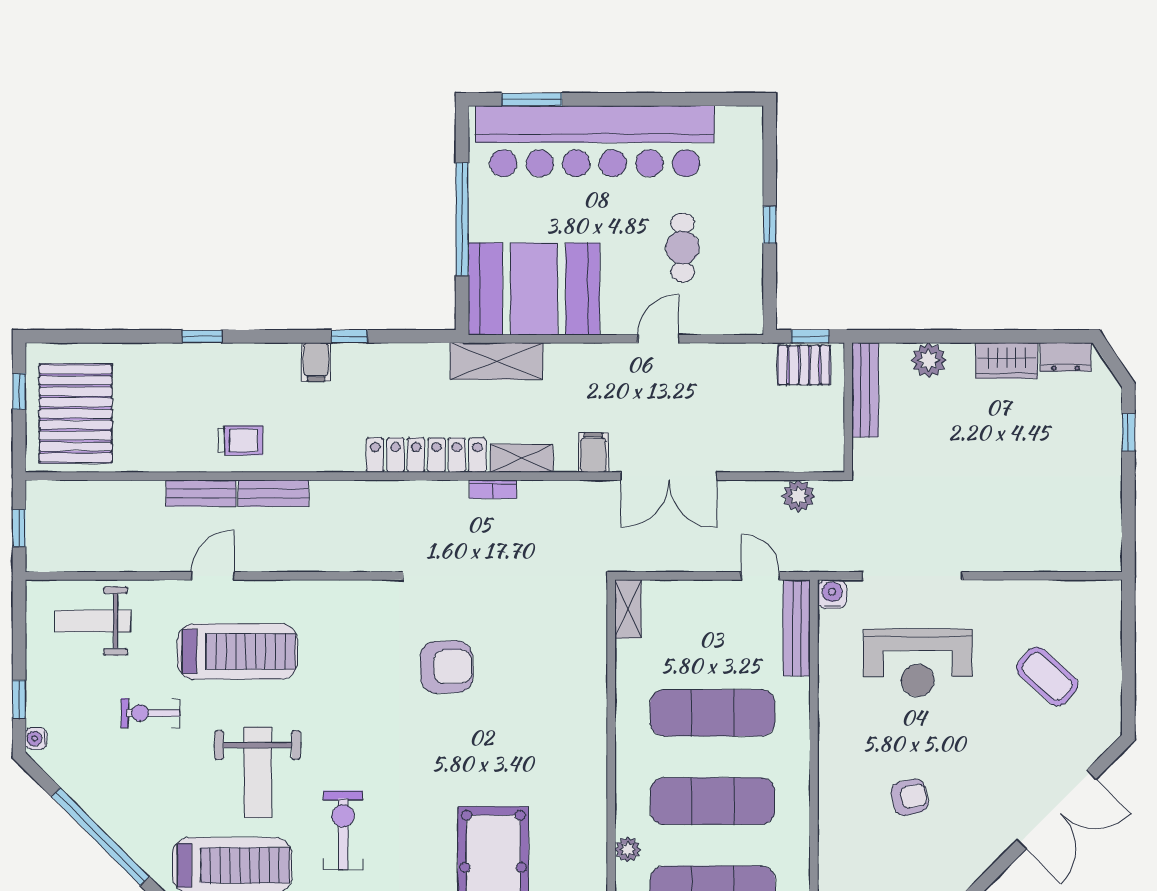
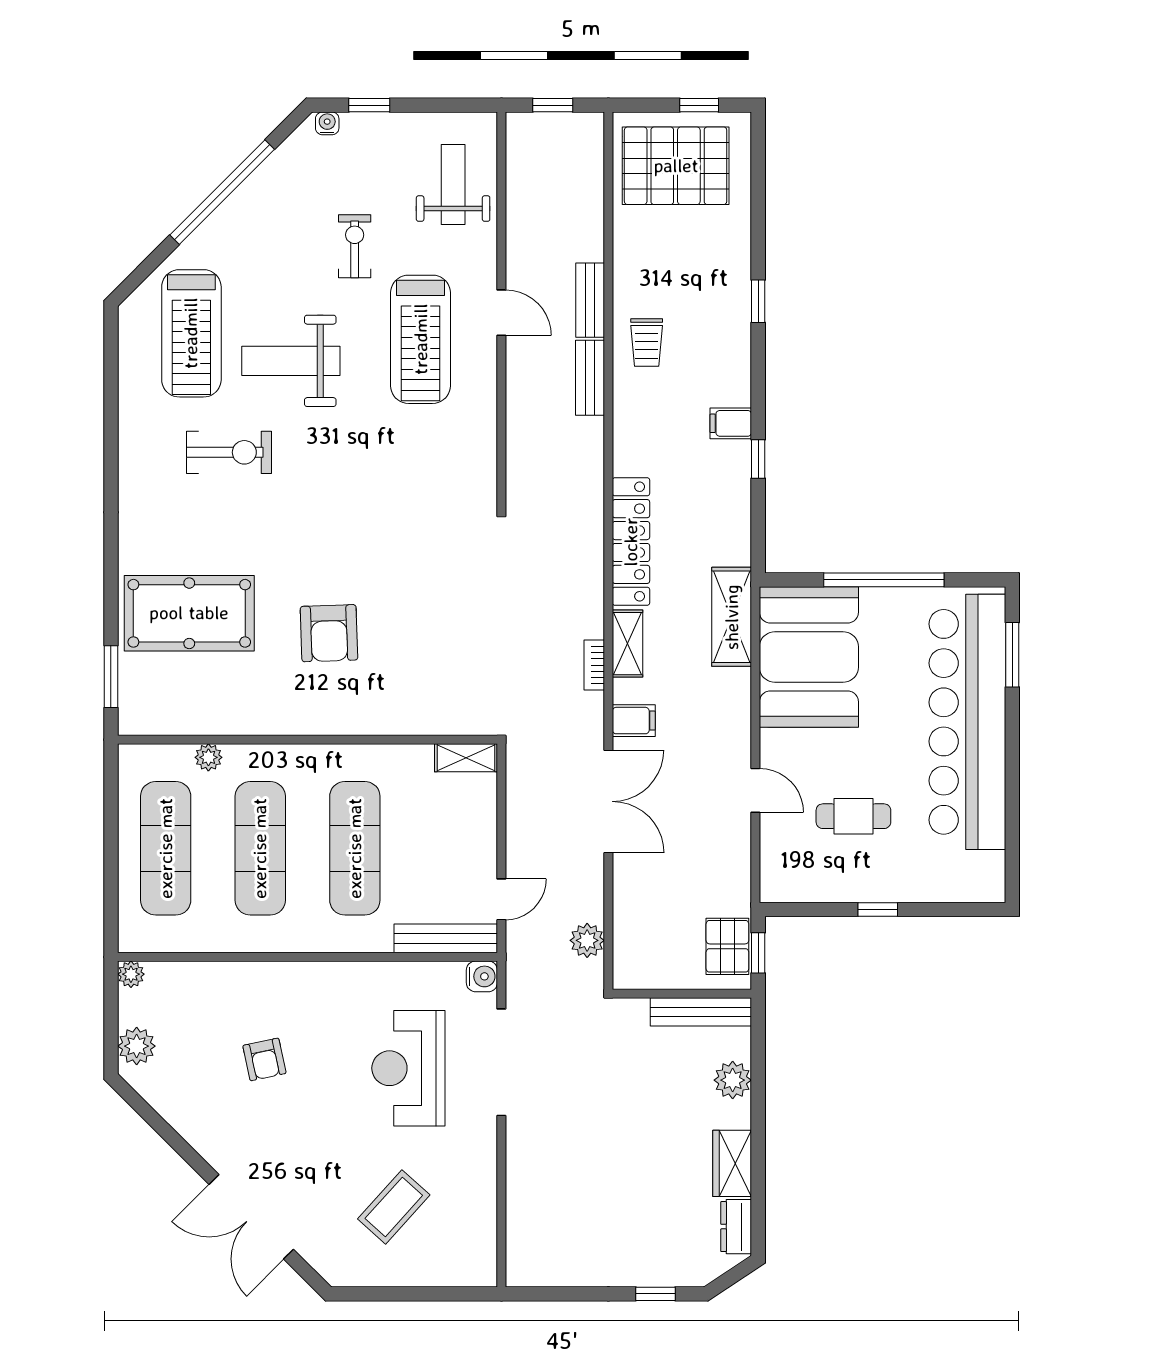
double door: (669, 476) -> (608, 801), swing flipped
bookcase: (493, 489) -> (594, 665), moved
armchair: (446, 667) -> (329, 633), moved

